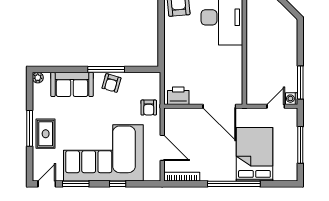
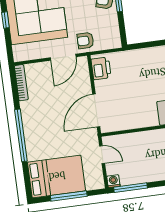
door: (276, 106) -> (102, 155), moved
door: (162, 148) -> (63, 57), moved
bed: (254, 154) -> (57, 176), moved

